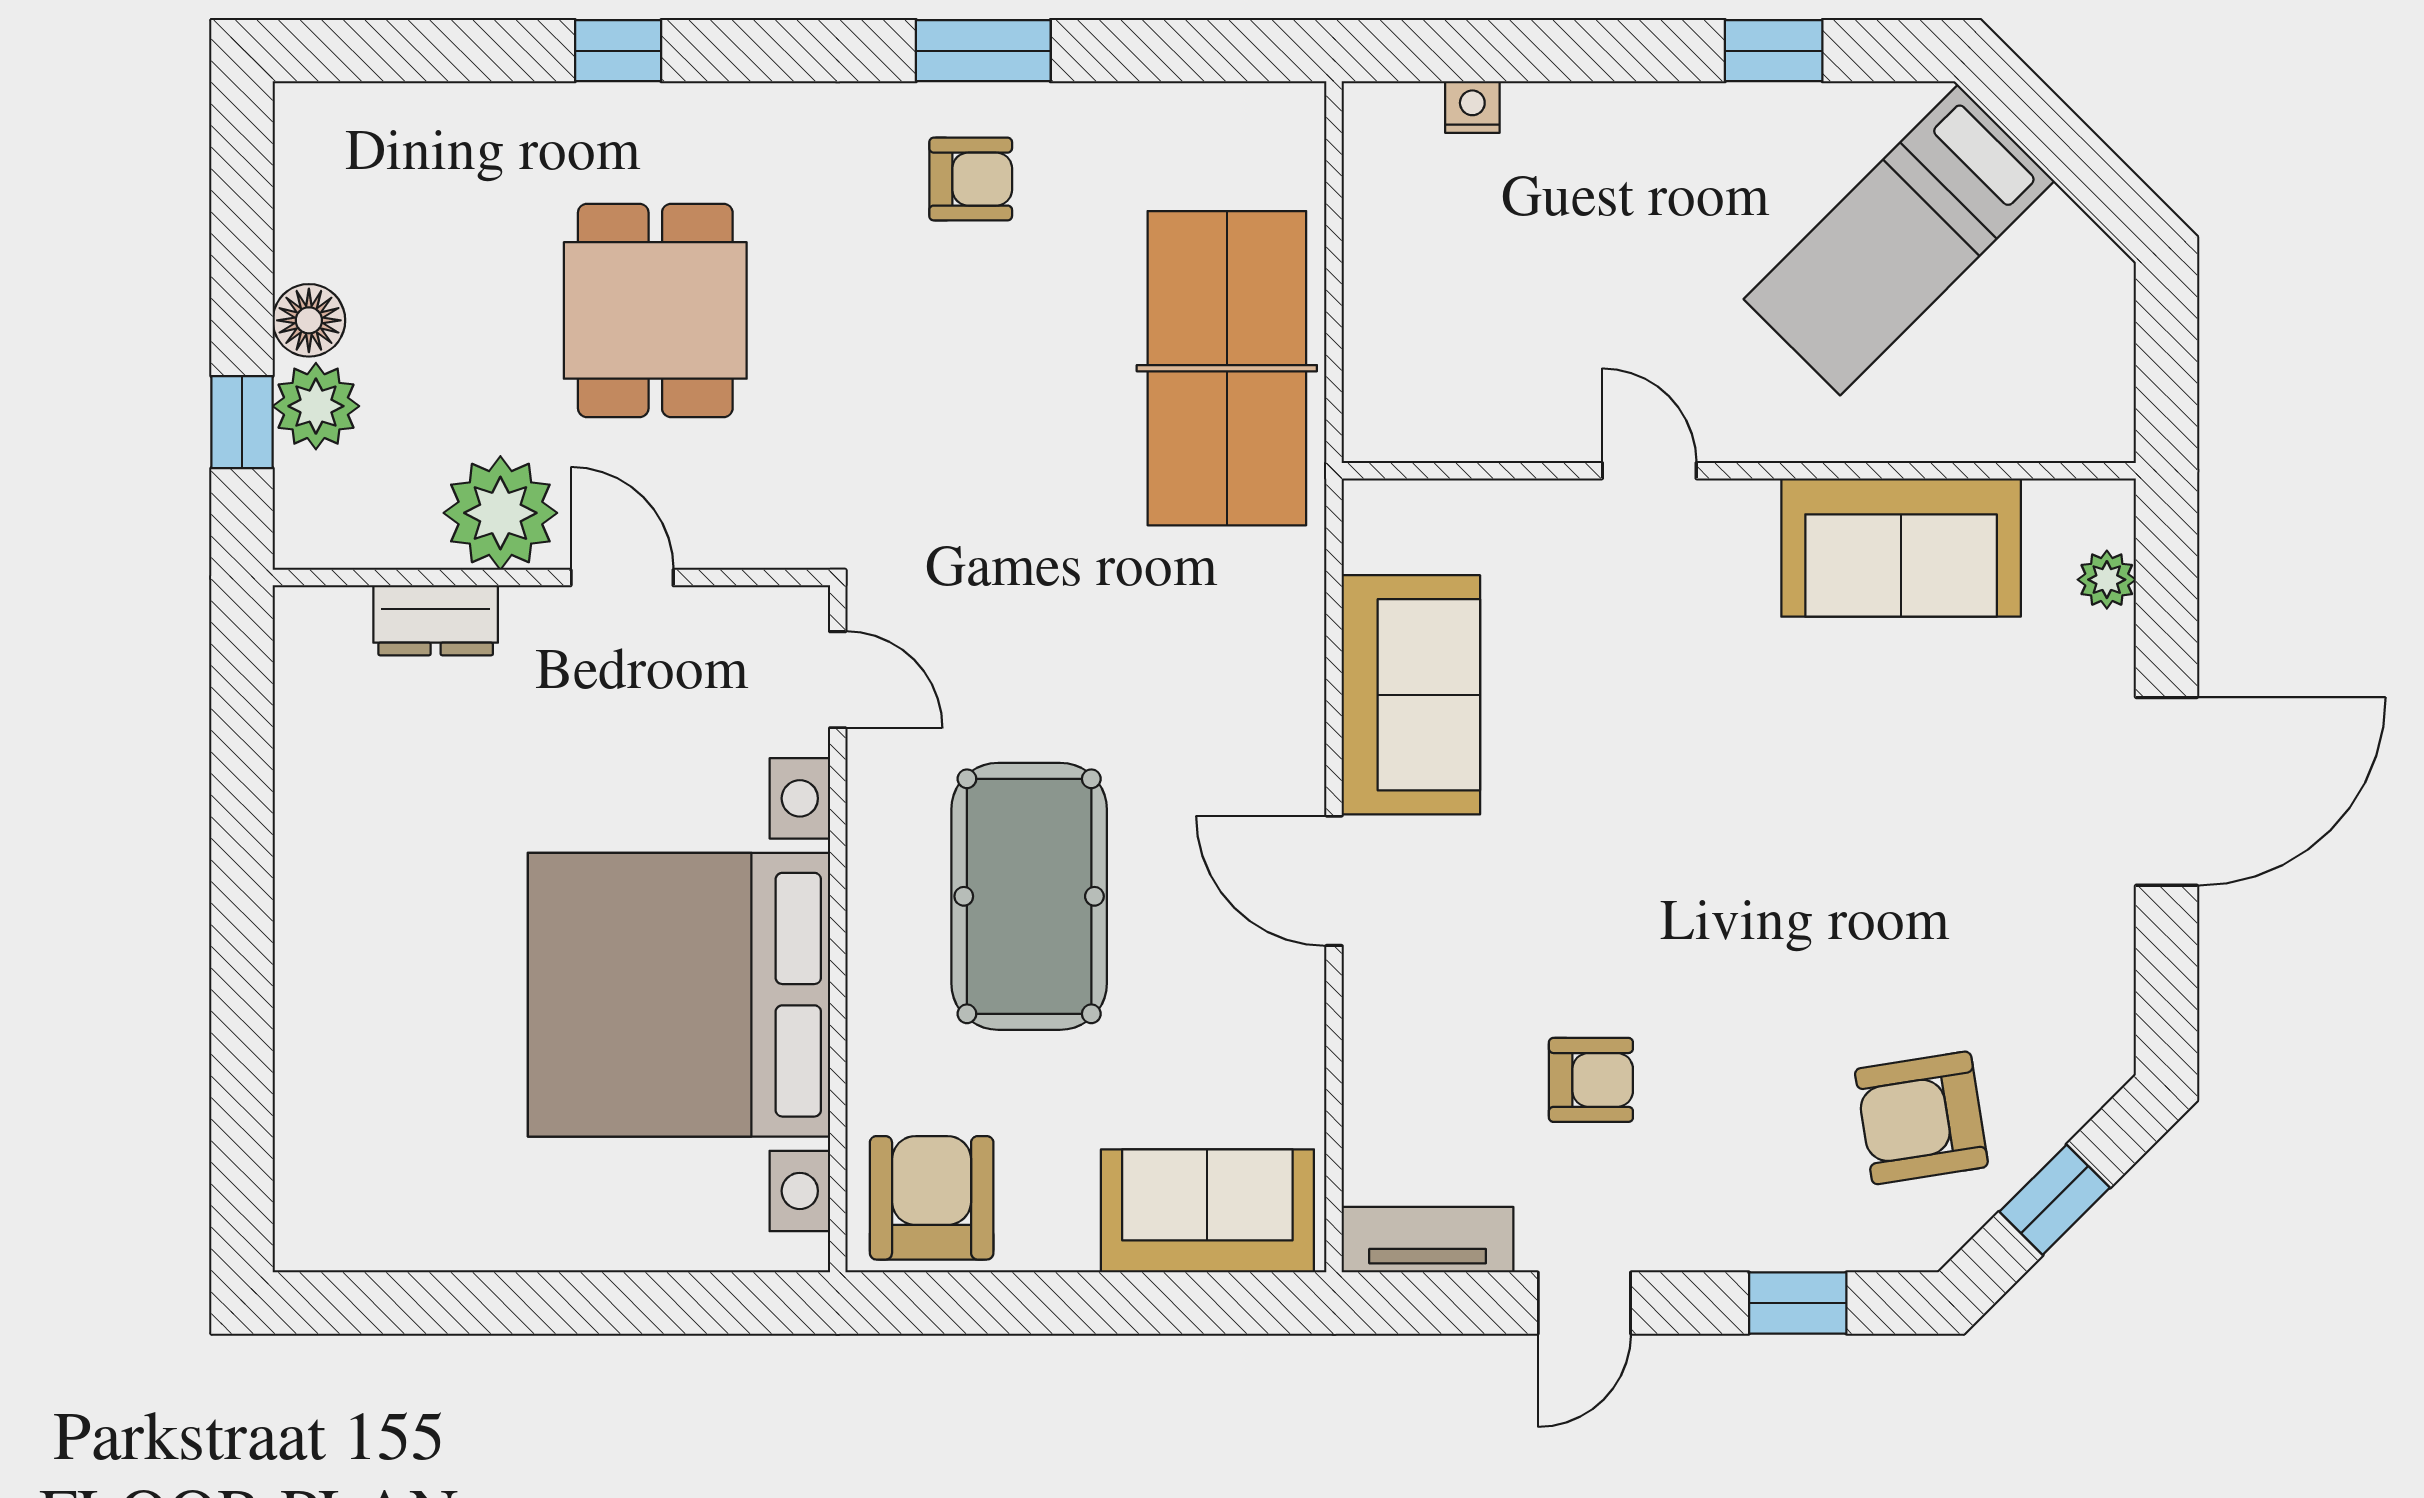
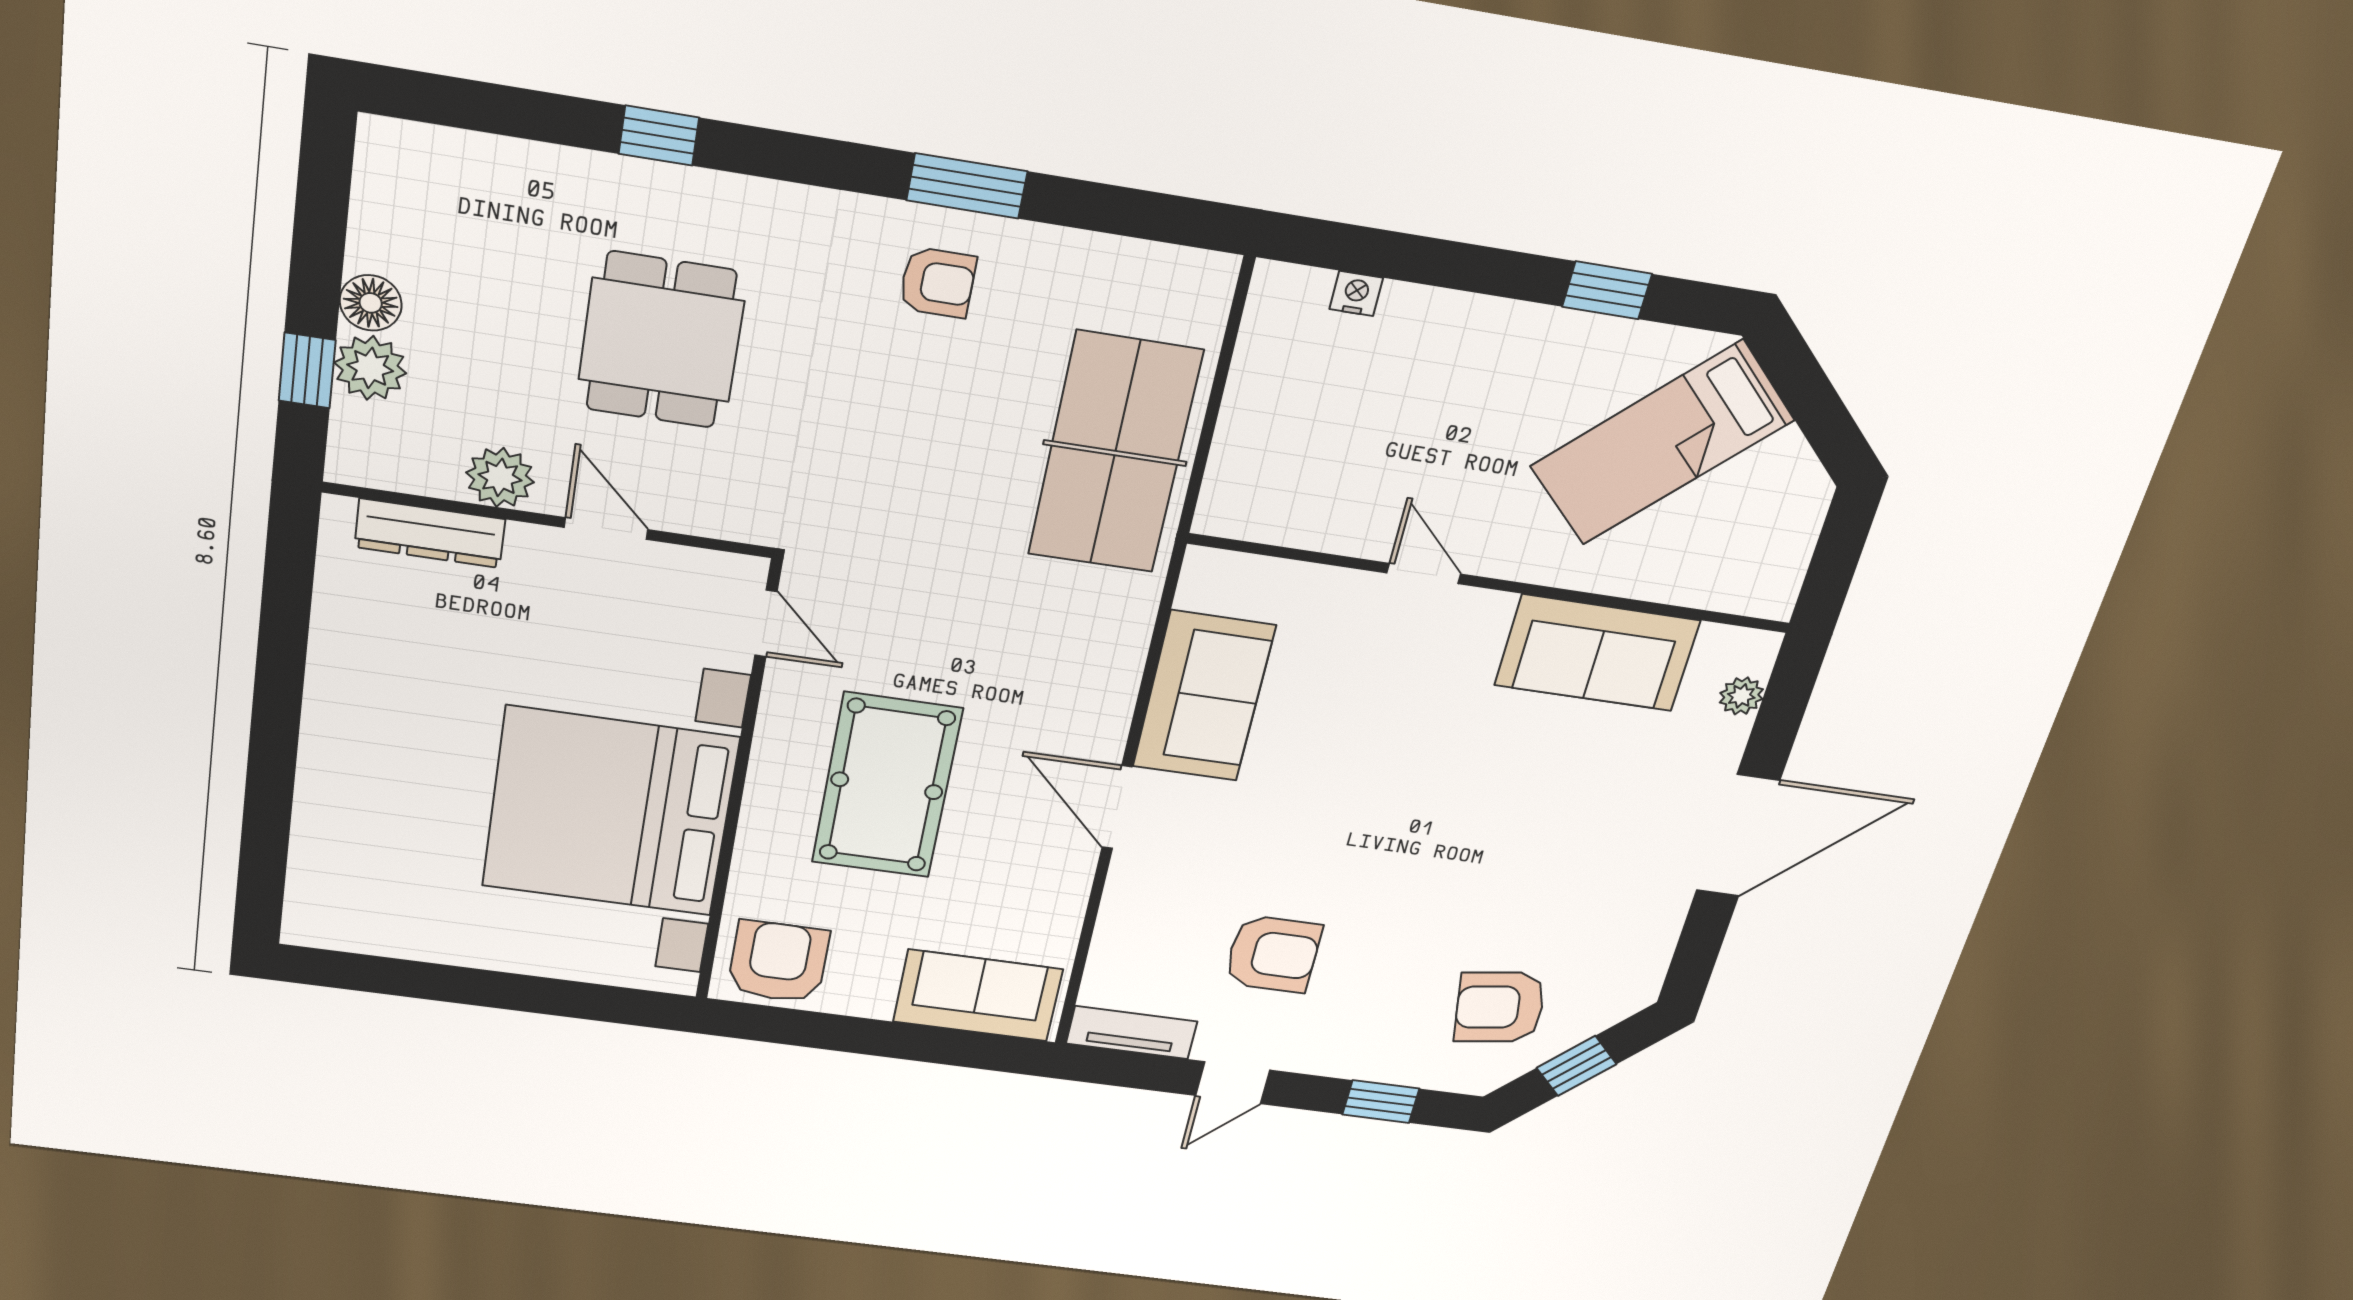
plant: (500, 513) -> (500, 477), width x0.73, depth x0.73
dresser: (436, 620) -> (430, 533), width x1.44
armchair: (1591, 1080) -> (1273, 954), width x1.38, depth x1.38

